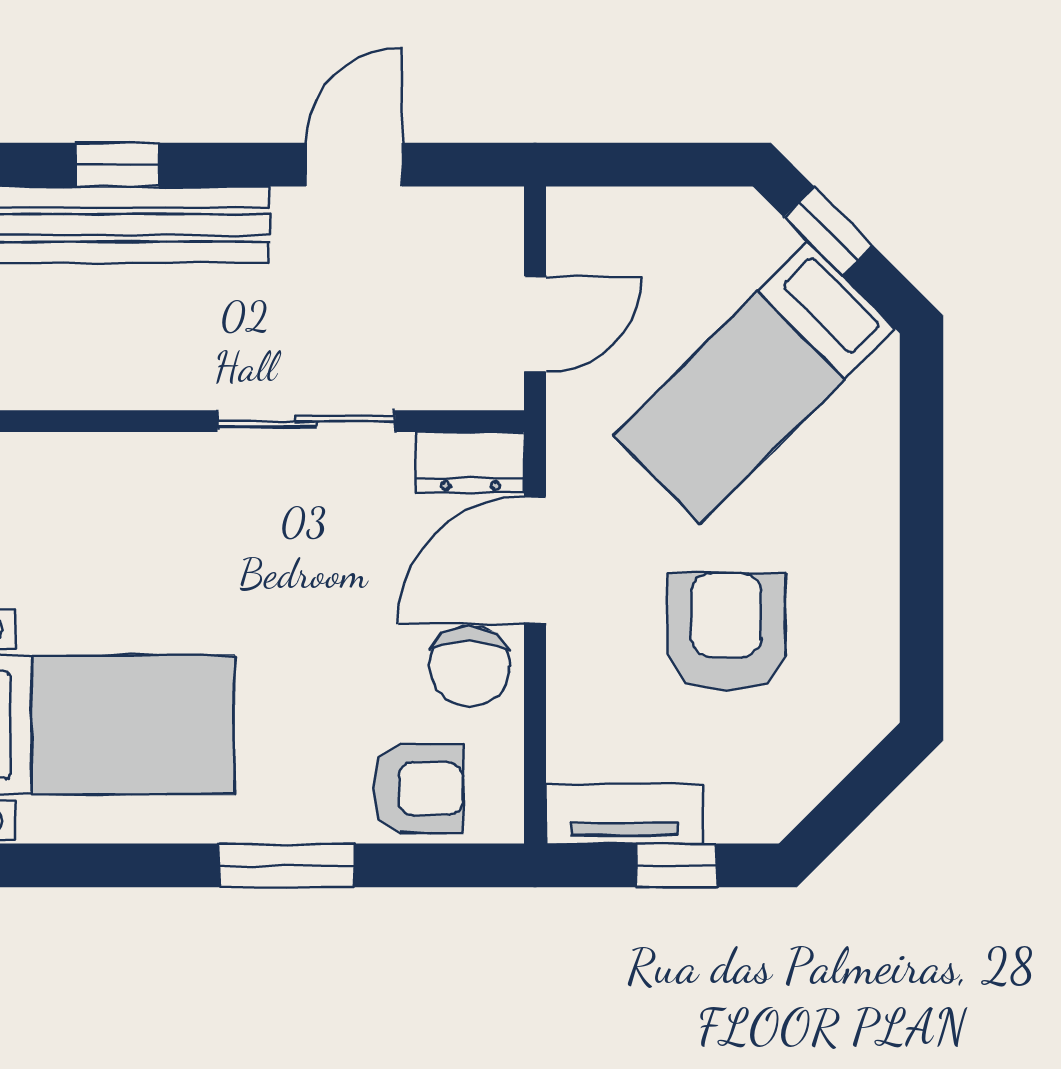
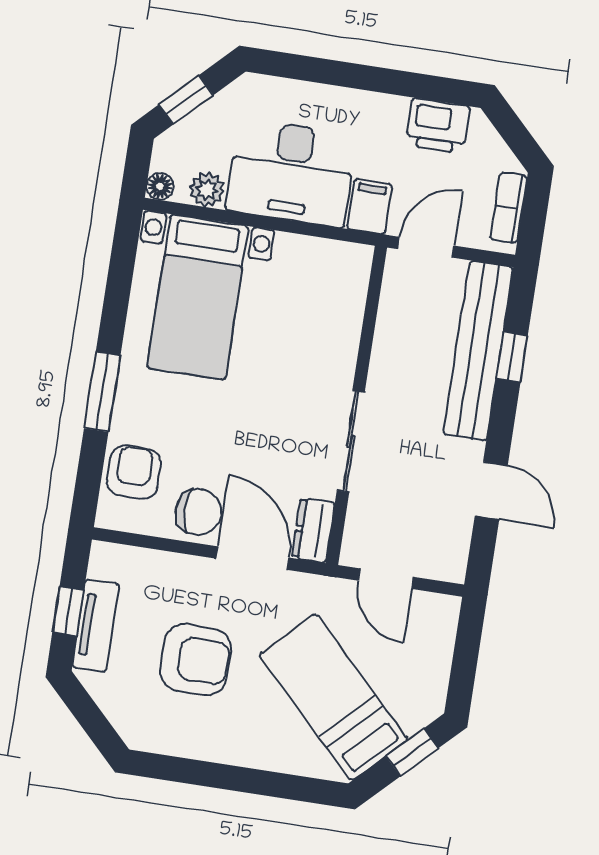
chair: (470, 666) -> (199, 512), turned 180
armchair: (418, 789) -> (134, 472), turned 180
tv unit: (624, 814) -> (96, 626), moved

